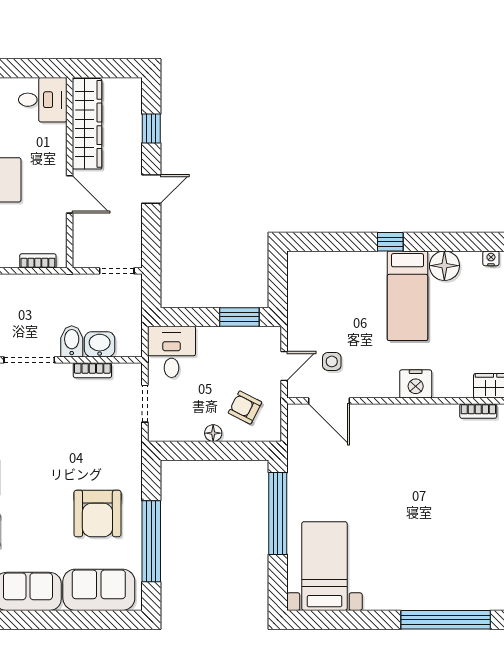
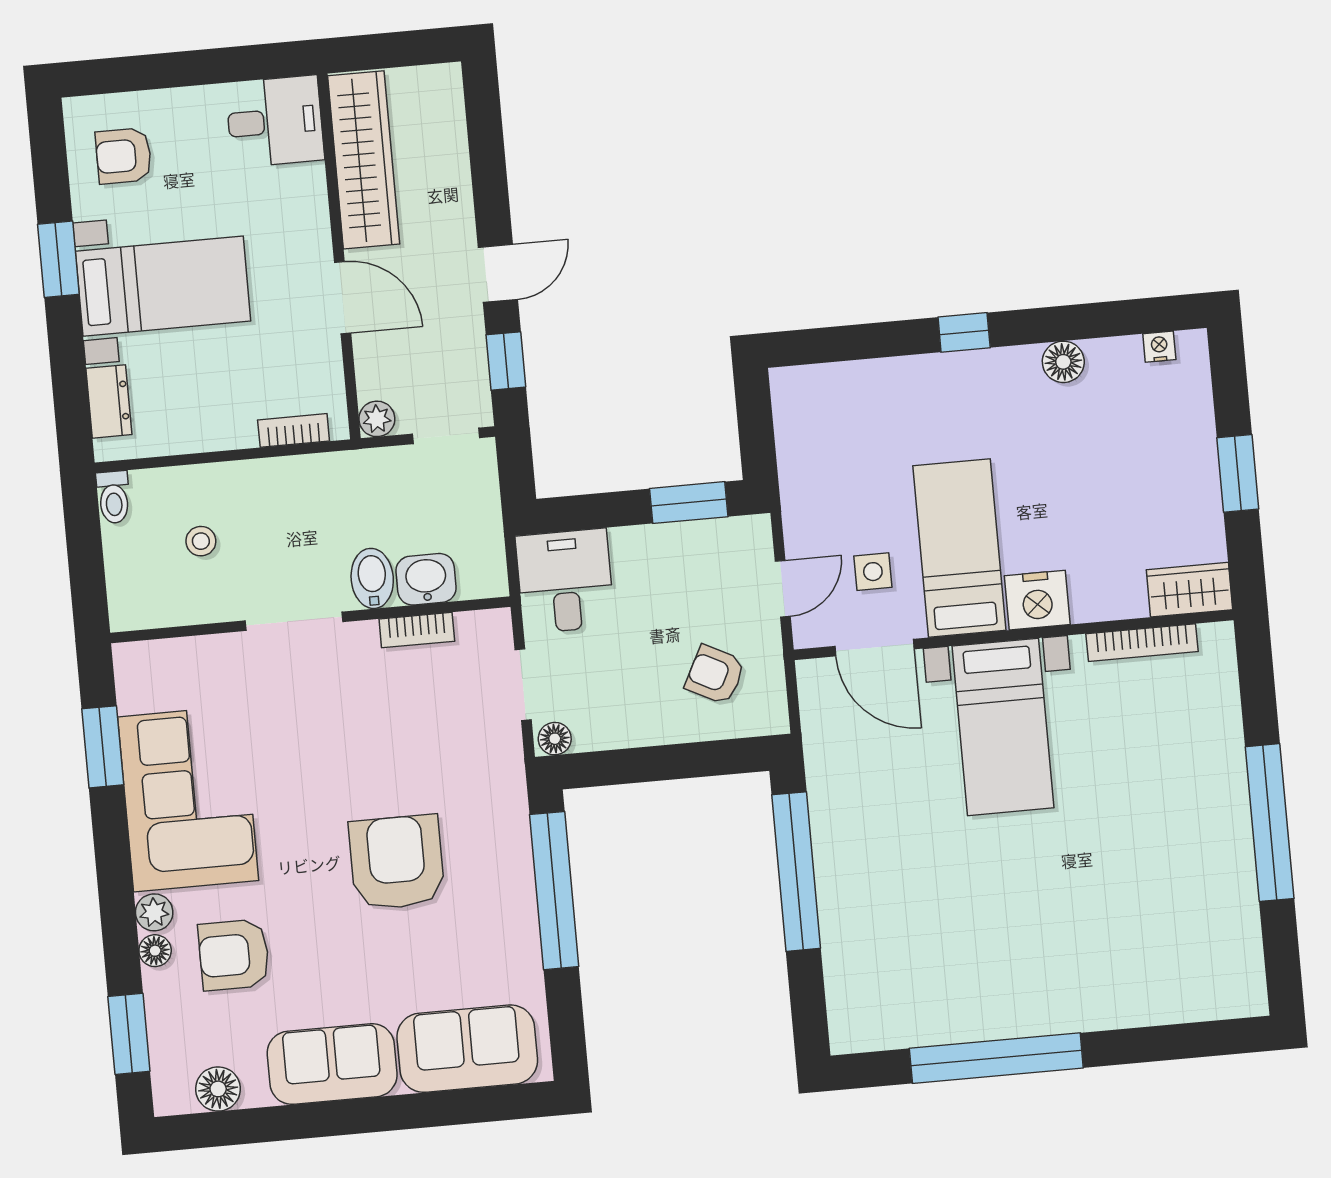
window: (151, 129) -> (506, 361), moved
plant: (82, 259) -> (377, 419), added
floor lamp: (444, 266) -> (1063, 362), width x0.73, depth x0.73
bed: (407, 296) -> (959, 548), moved, turned 180
bookcase: (478, 411) -> (1142, 643), width x1.56
floor lamp: (213, 433) -> (555, 739), moved
armchair: (97, 513) -> (397, 862), moved, turned 180
window: (151, 541) -> (554, 891), moved
bed with nightstands: (324, 566) -> (1003, 727), moved, turned 180
window: (446, 620) -> (996, 1058), moved

